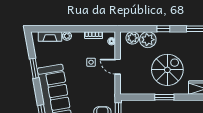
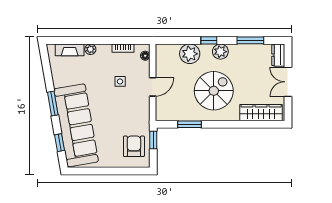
plant: (132, 38) -> (220, 52), moved
door: (118, 67) -> (153, 87), swing flipped
window: (34, 68) -> (53, 103), moved
window: (164, 97) -> (189, 124), moved

